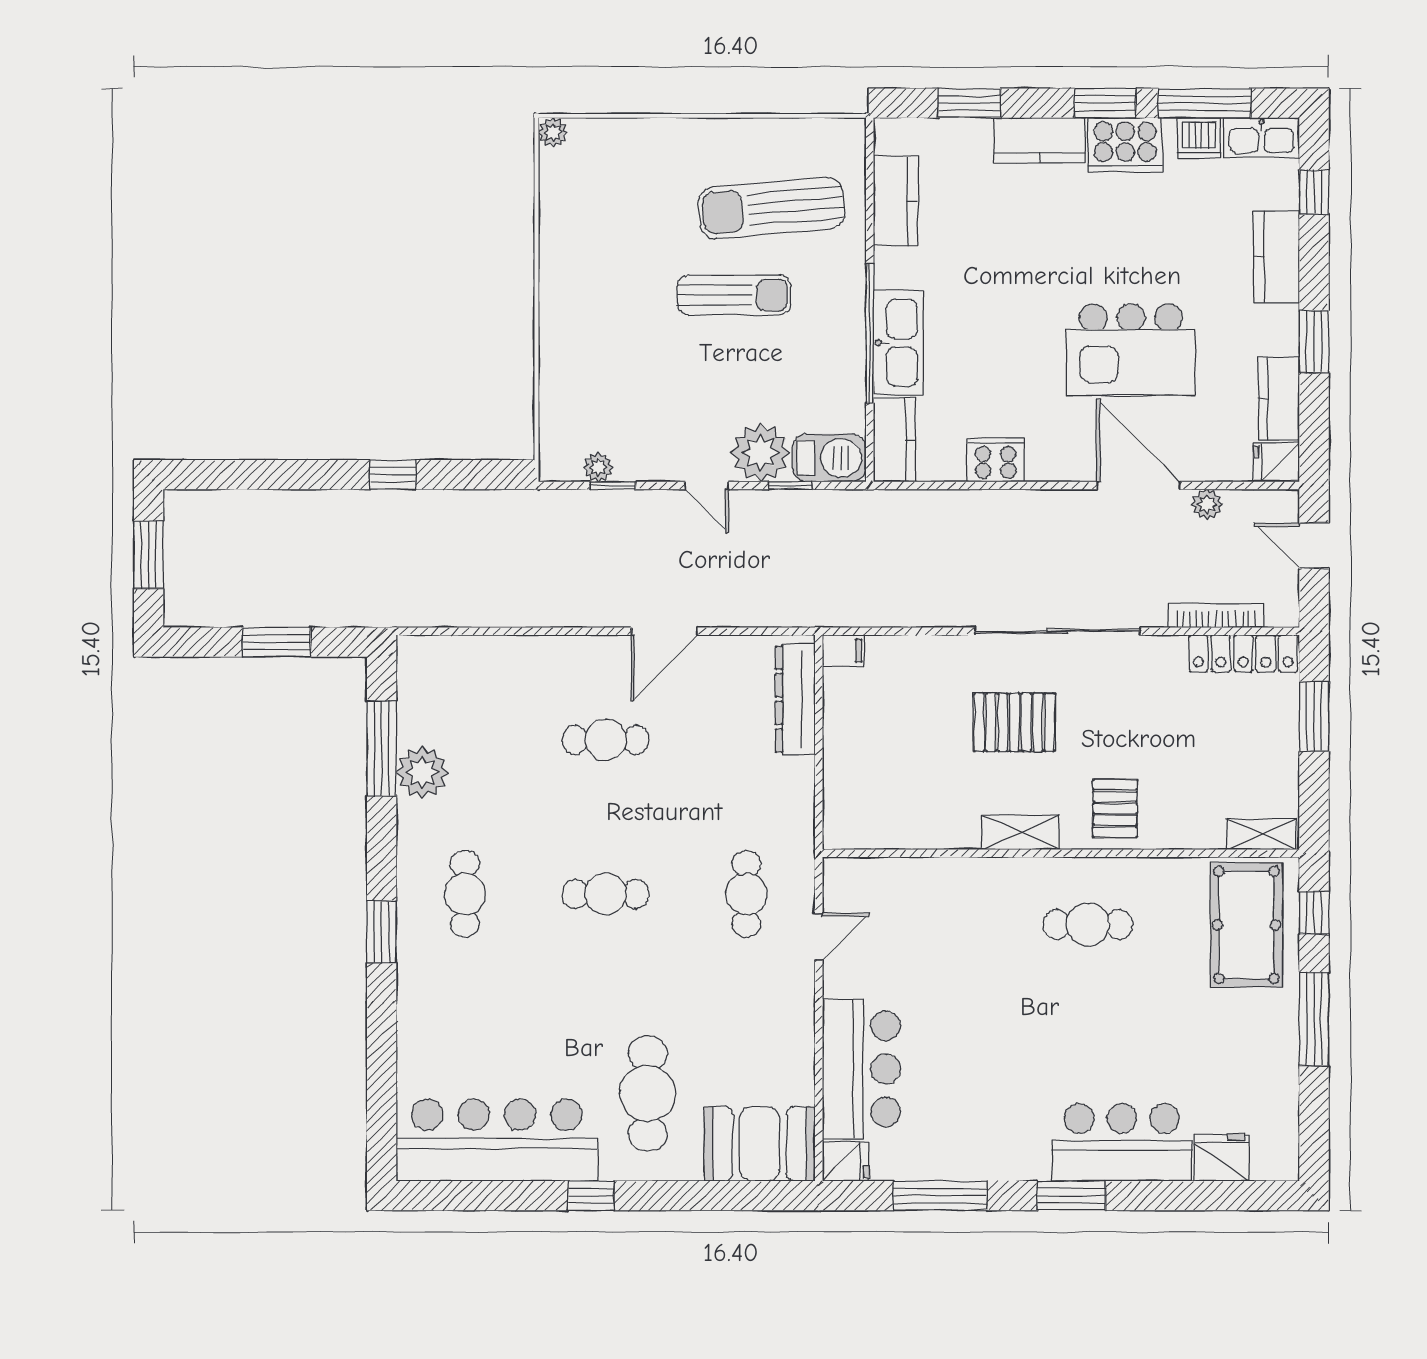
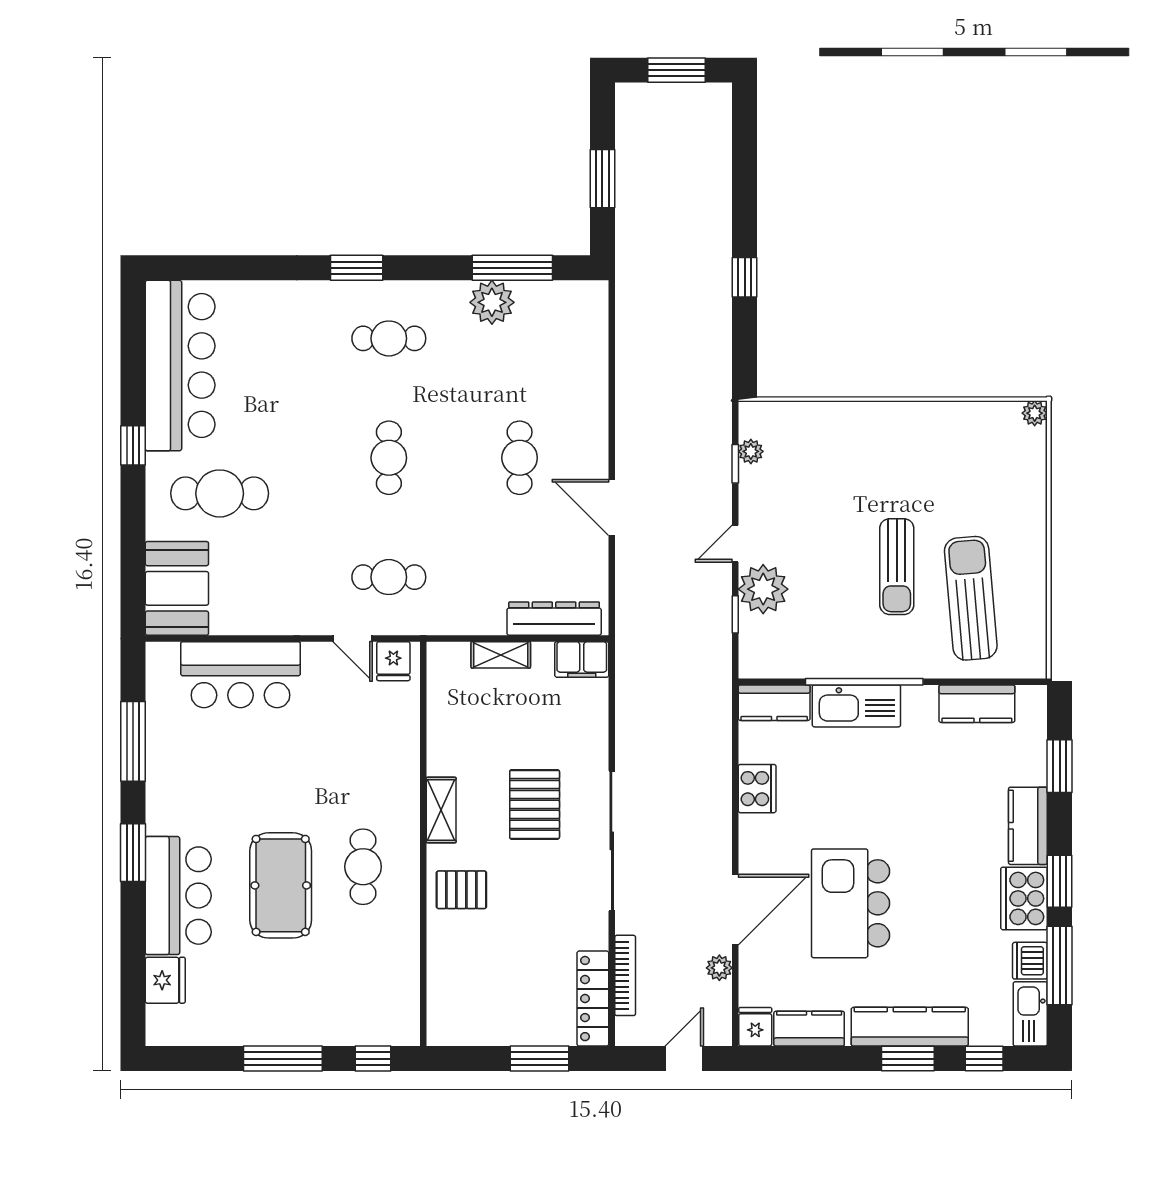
kitchen counter: (1276, 257) -> (910, 1027), width x1.50
window: (1314, 342) -> (908, 1059), moved
barbecue: (829, 458) -> (759, 647), removed
filing cabinet: (843, 651) -> (582, 659), width x2.00
shelving: (1261, 834) -> (501, 655), moved, turned 90
pool table: (1246, 925) -> (281, 885), moved, turned 90
fridge: (845, 1161) -> (393, 661), moved

